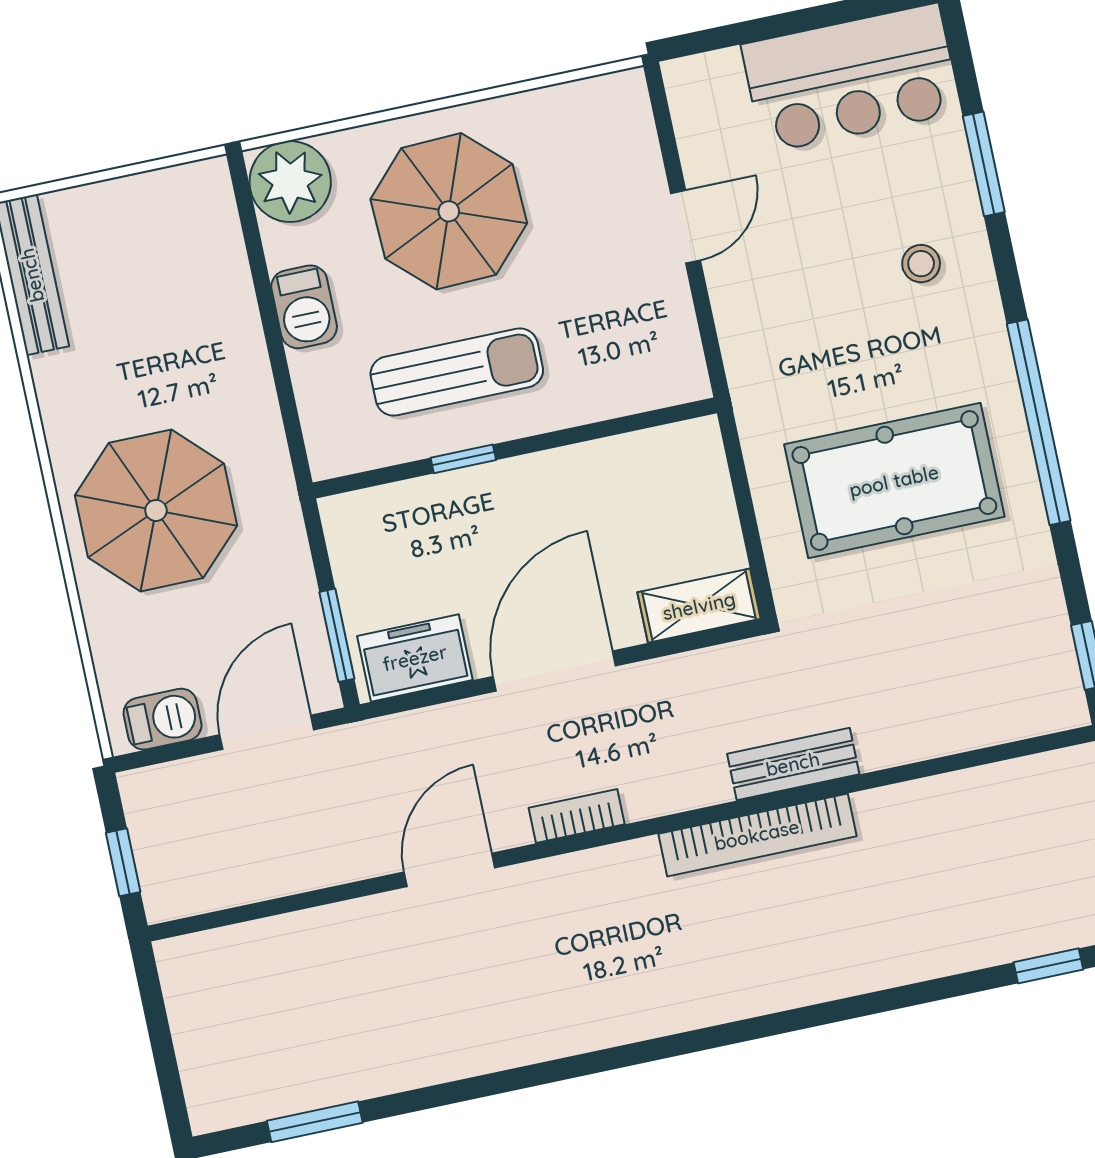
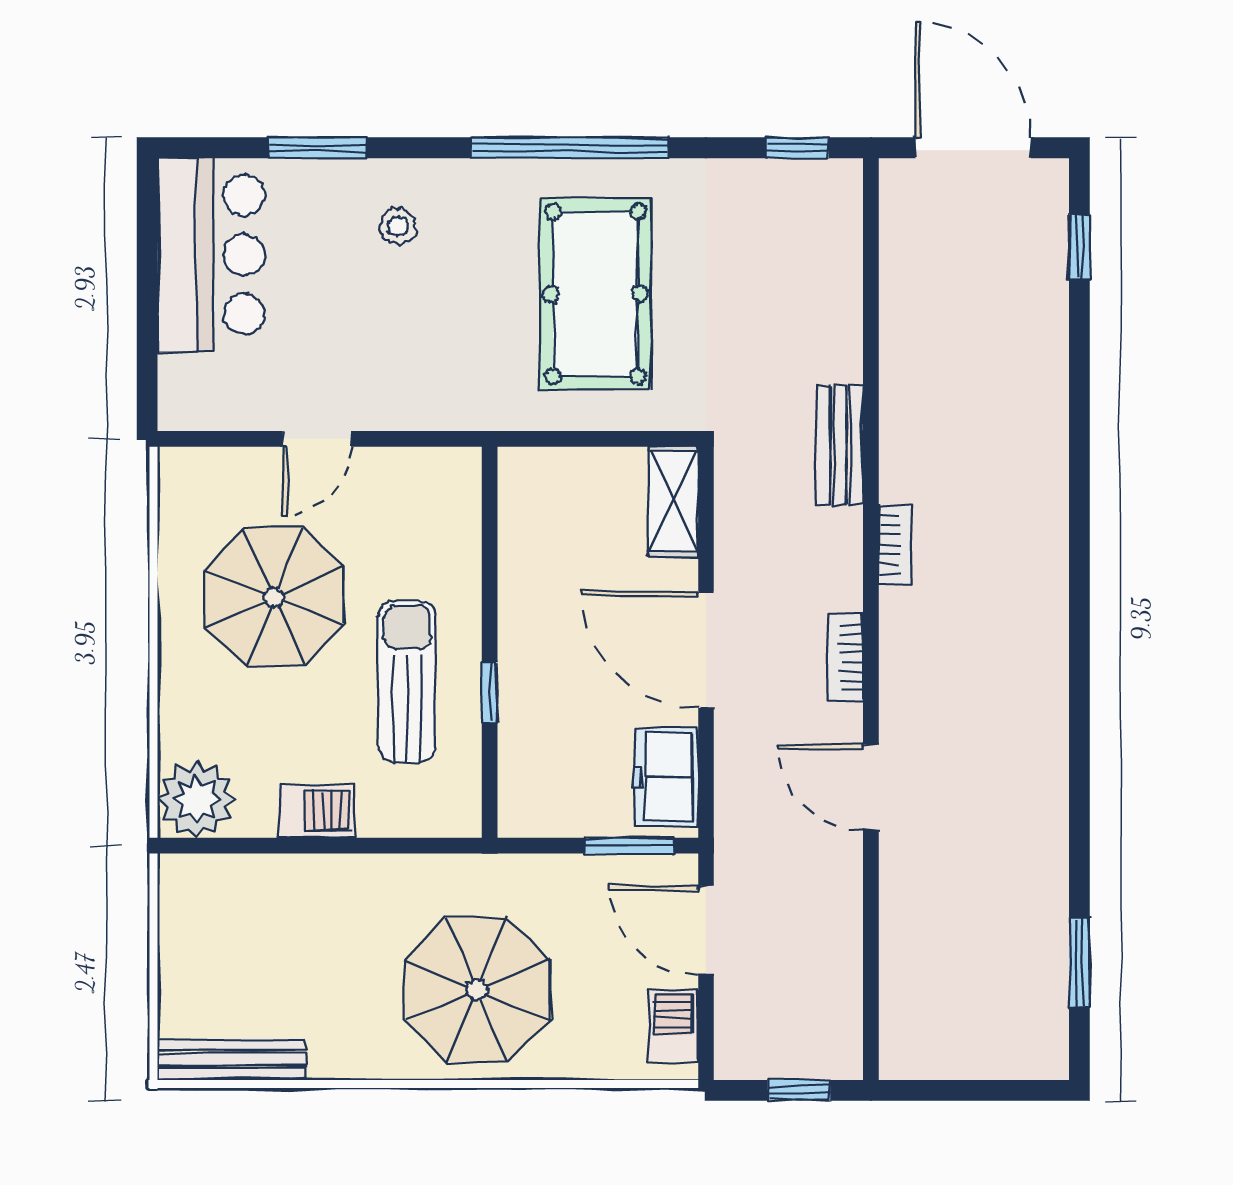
parasol: (449, 211) -> (274, 597), moved
door: (686, 227) -> (317, 439), swing flipped
bookcase: (757, 835) -> (894, 545), width x0.43, depth x0.76

